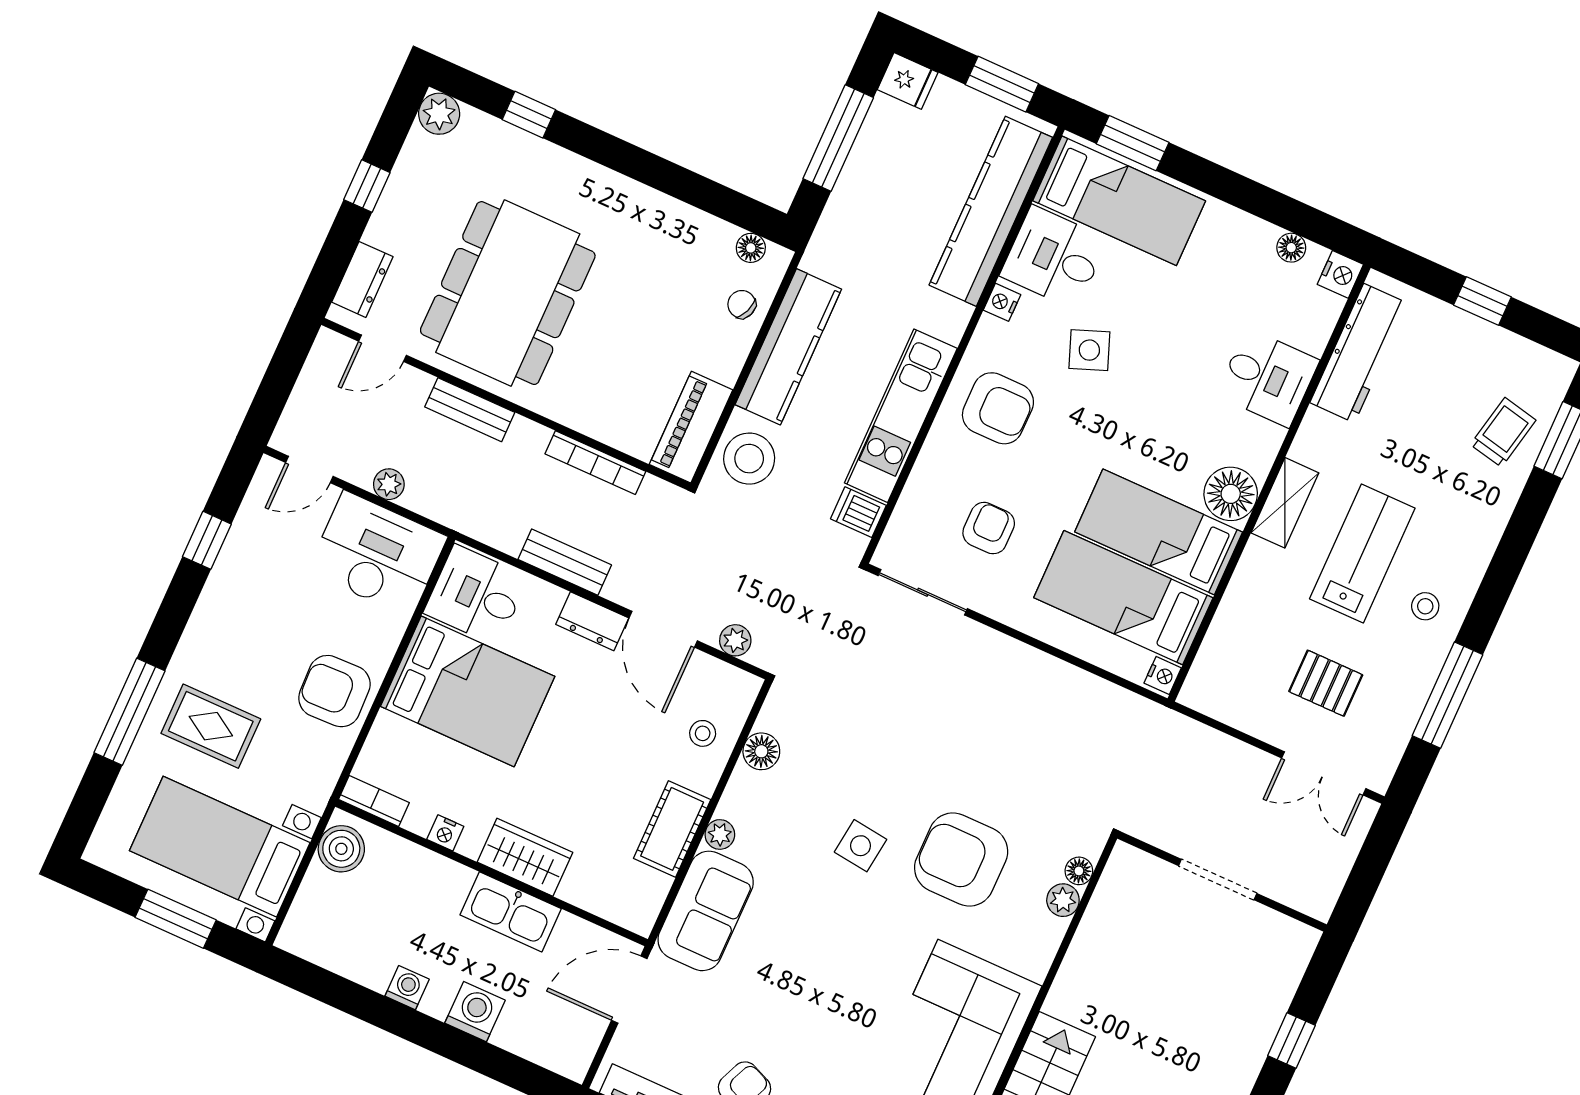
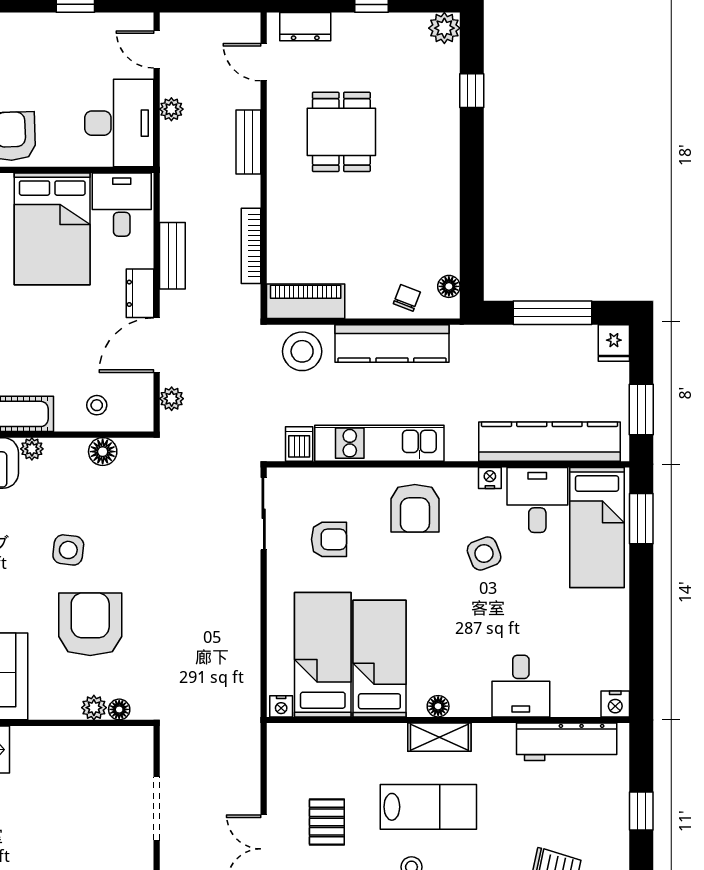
floor lamp: (1291, 248) -> (618, 662), removed
dining table: (508, 293) -> (341, 132), width x0.53, depth x0.80
floor lamp: (1231, 494) -> (438, 706), width x0.53, depth x0.53

